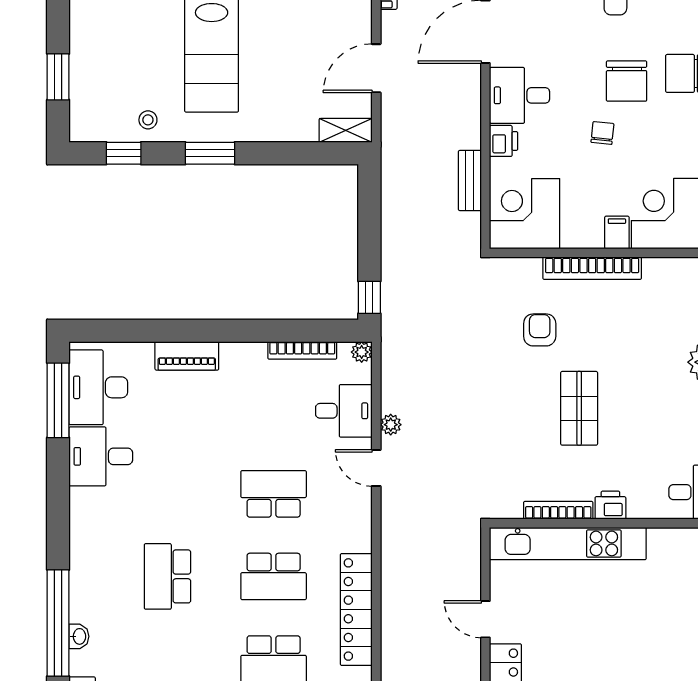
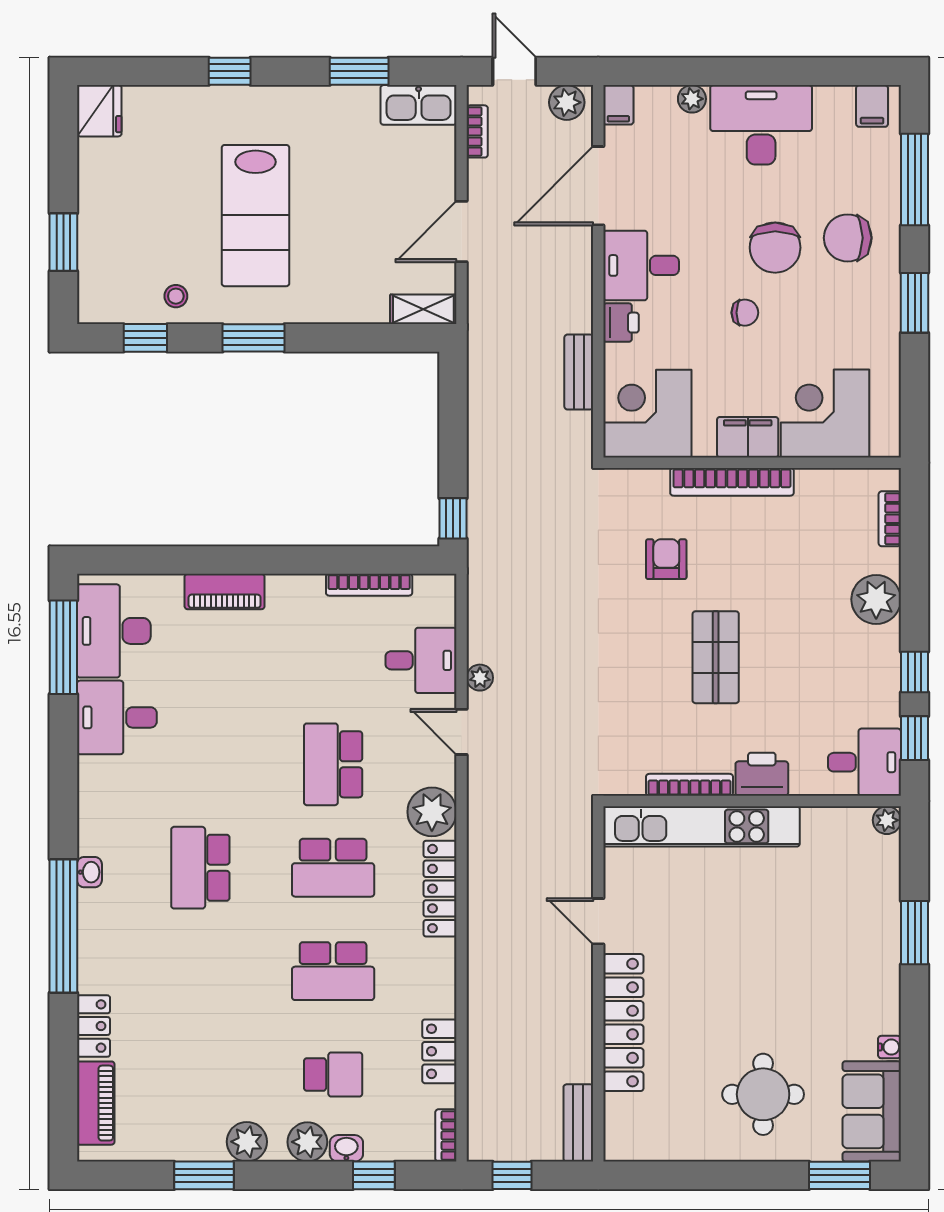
chair: (602, 133) -> (745, 313), turned 84
filing cabinet: (617, 233) -> (748, 437), width x2.00
plant: (362, 352) -> (432, 812), moved, width x1.87, depth x1.87
school desk: (274, 494) -> (333, 764), turned -90
printer: (610, 505) -> (762, 774), width x1.36, depth x1.24
locker: (356, 609) -> (440, 889), width x0.71, depth x0.83
washbasin: (79, 636) -> (89, 872), moved

